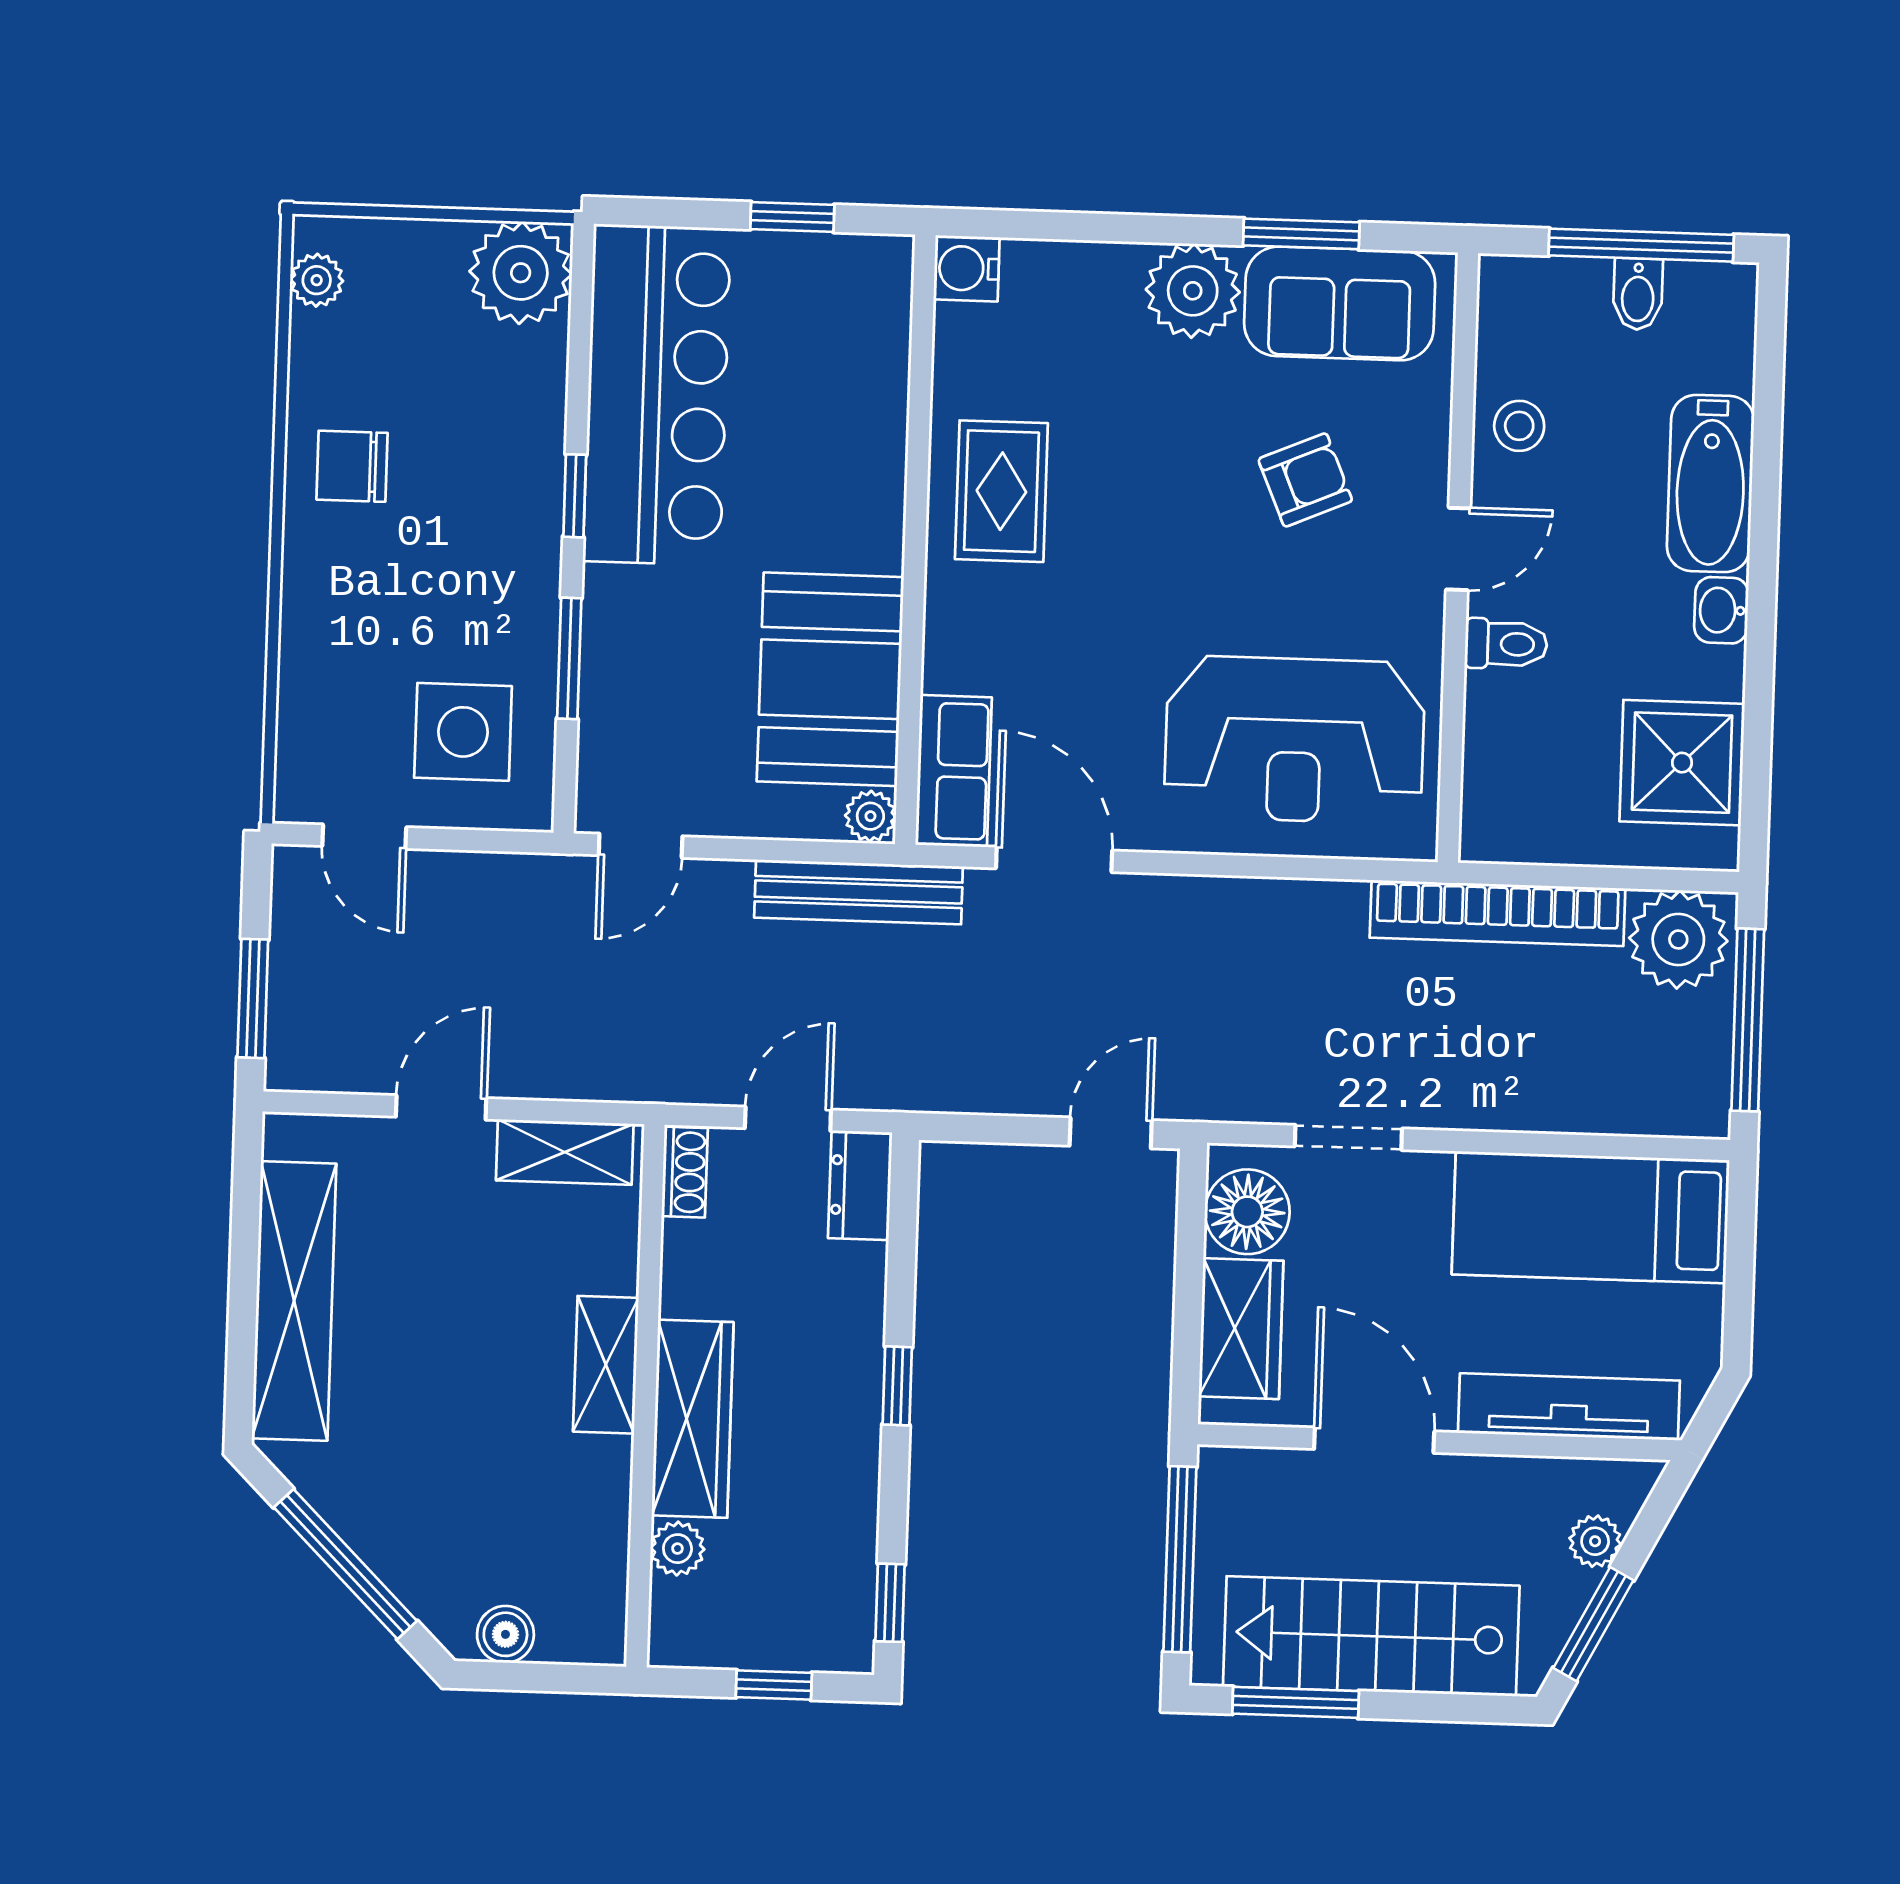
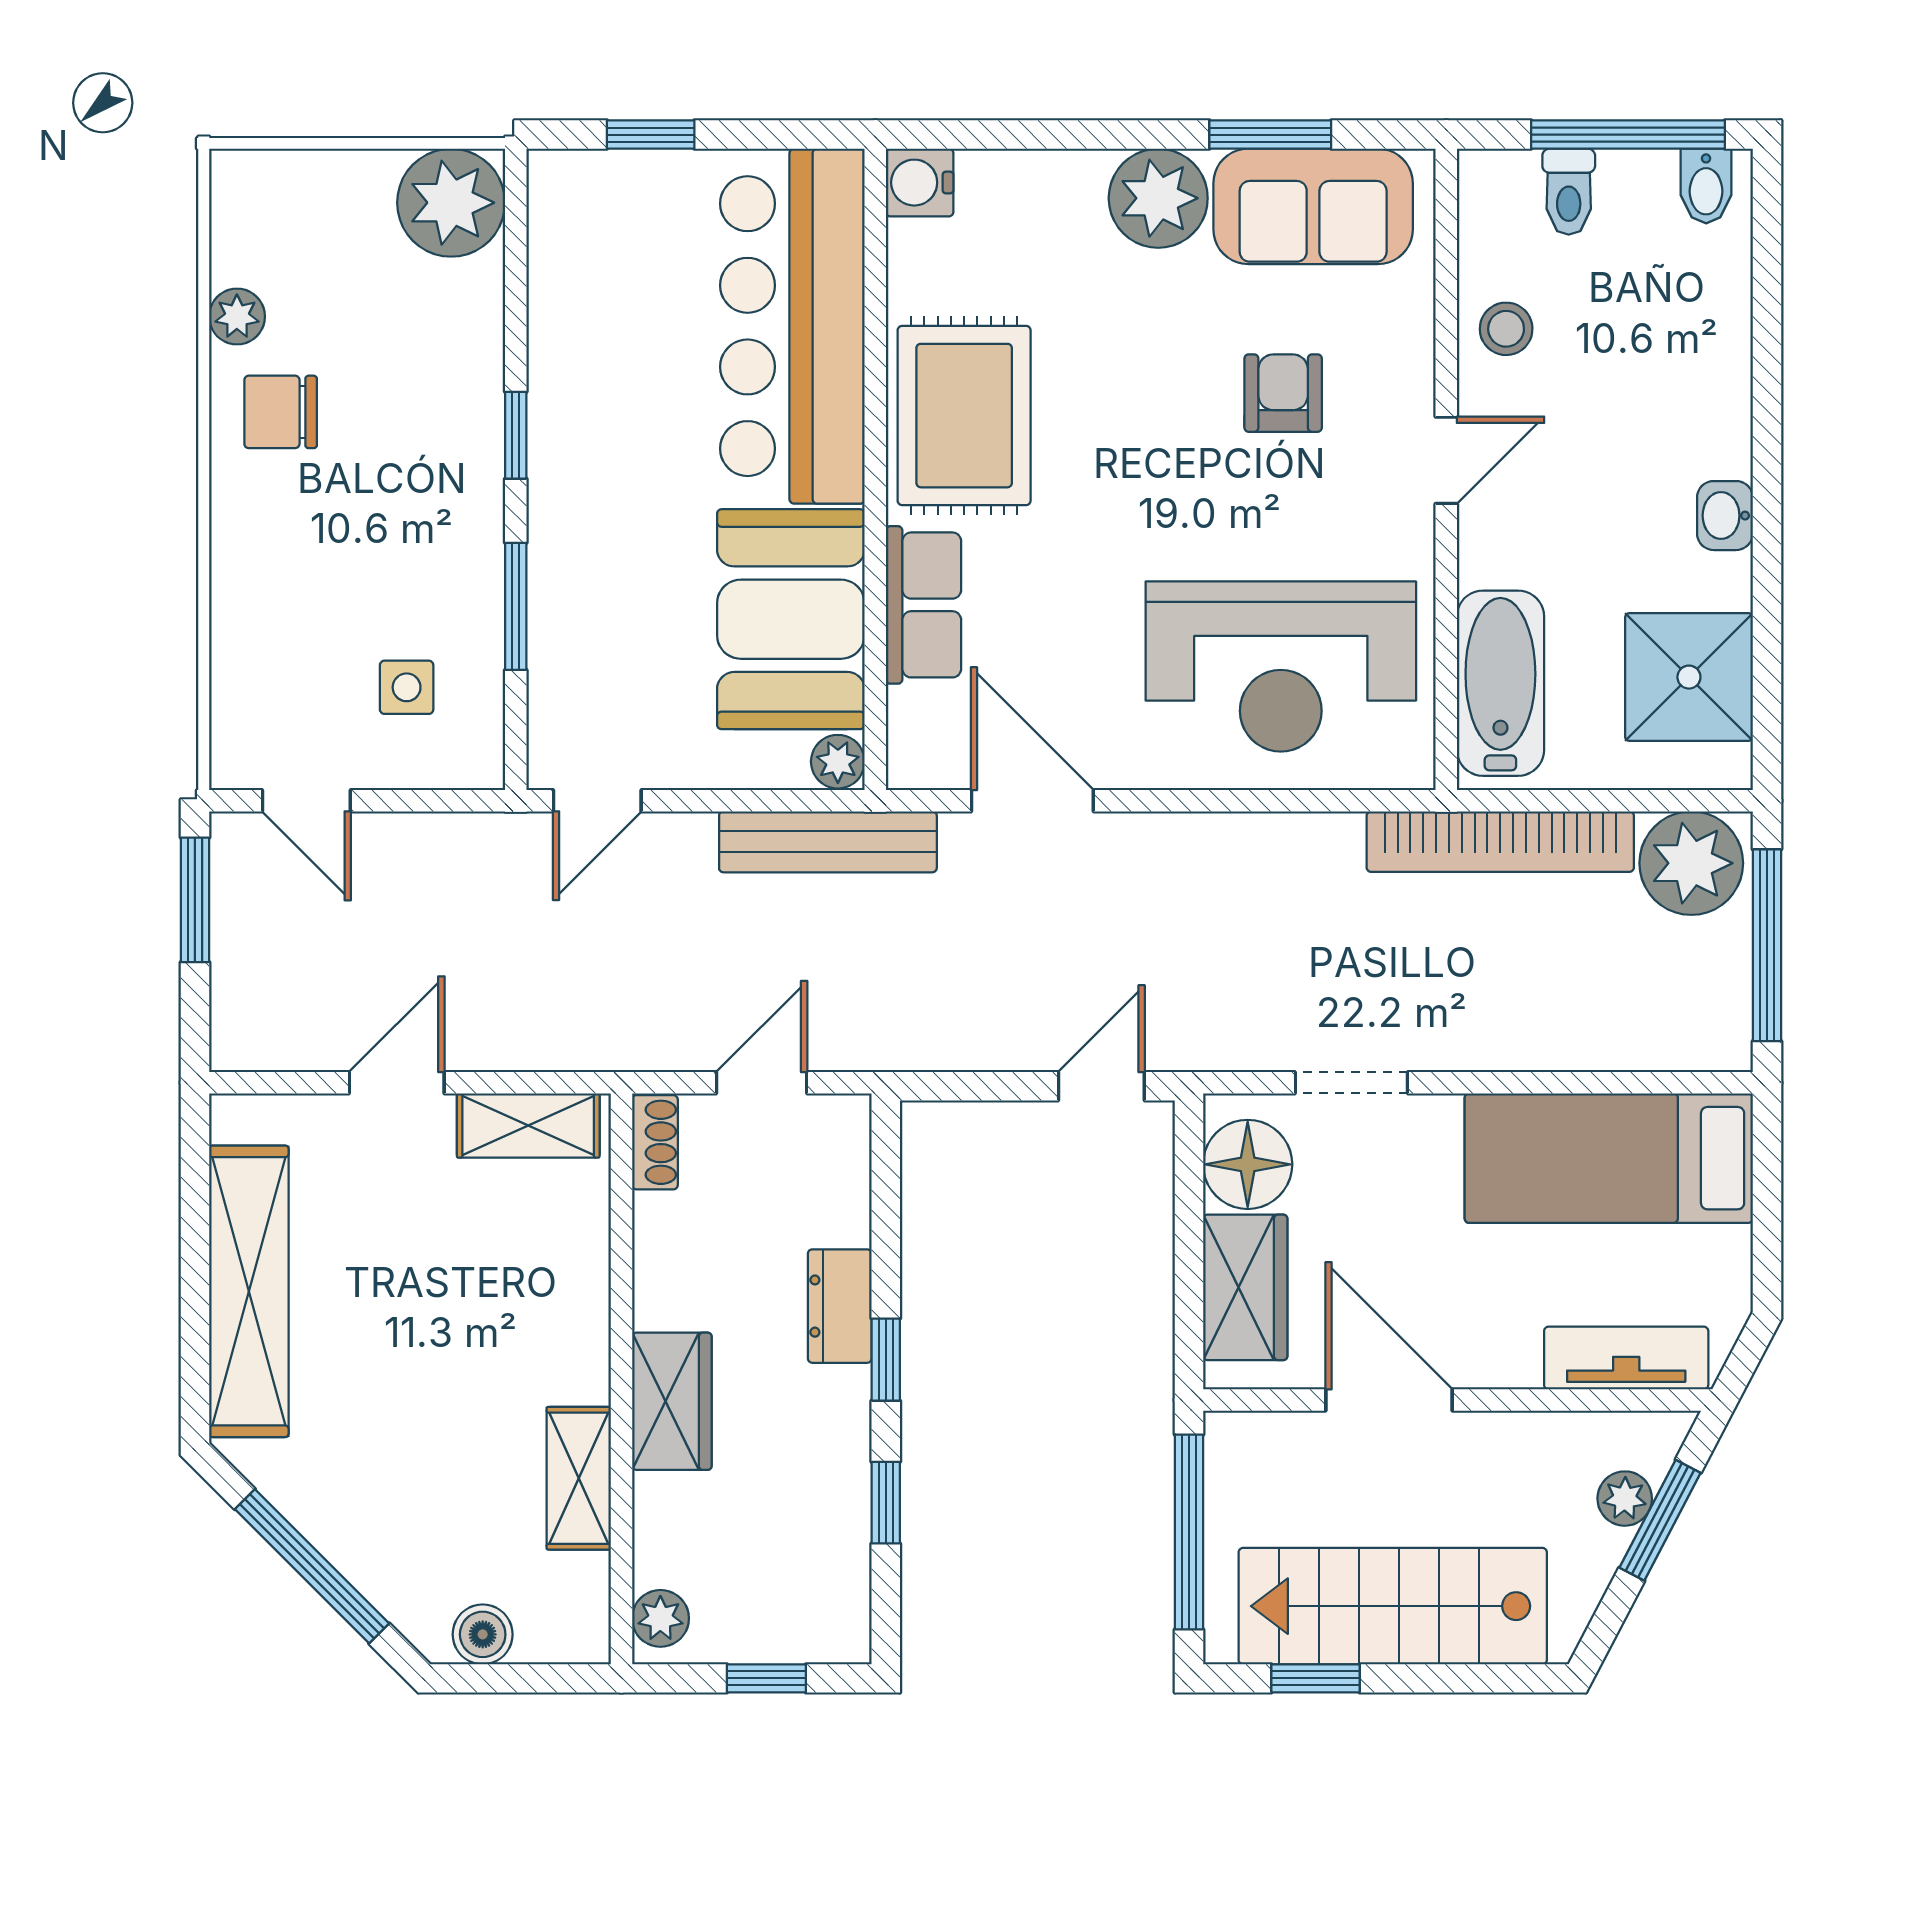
window: (792, 217) -> (651, 135), moved
plant: (317, 280) -> (237, 317), moved
bidet: (1638, 294) -> (1706, 186), moved
bar counter: (657, 395) -> (792, 326), moved, turned 180
armchair: (1305, 480) -> (1283, 393), turned -67
bathtub: (1711, 484) -> (1500, 683), moved, turned 180
rug: (1001, 491) -> (964, 416), width x1.36, depth x1.43
toilet: (1506, 644) -> (1569, 192), moved, turned 90
side table: (463, 732) -> (407, 687), width x0.54, depth x0.54
row of seats: (953, 771) -> (923, 605), moved
window: (253, 998) -> (195, 900), moved
dresser: (860, 1185) -> (840, 1306), moved
shelving: (606, 1365) -> (579, 1478), moved
tv unit: (1569, 1407) -> (1626, 1358), width x0.71
wardrobe: (693, 1419) -> (672, 1401), width x0.67
plant: (677, 1549) -> (660, 1618), moved
window: (890, 1603) -> (886, 1503), moved
window: (1593, 1624) -> (1660, 1520), moved
window: (1296, 1702) -> (1316, 1678), width x0.67

